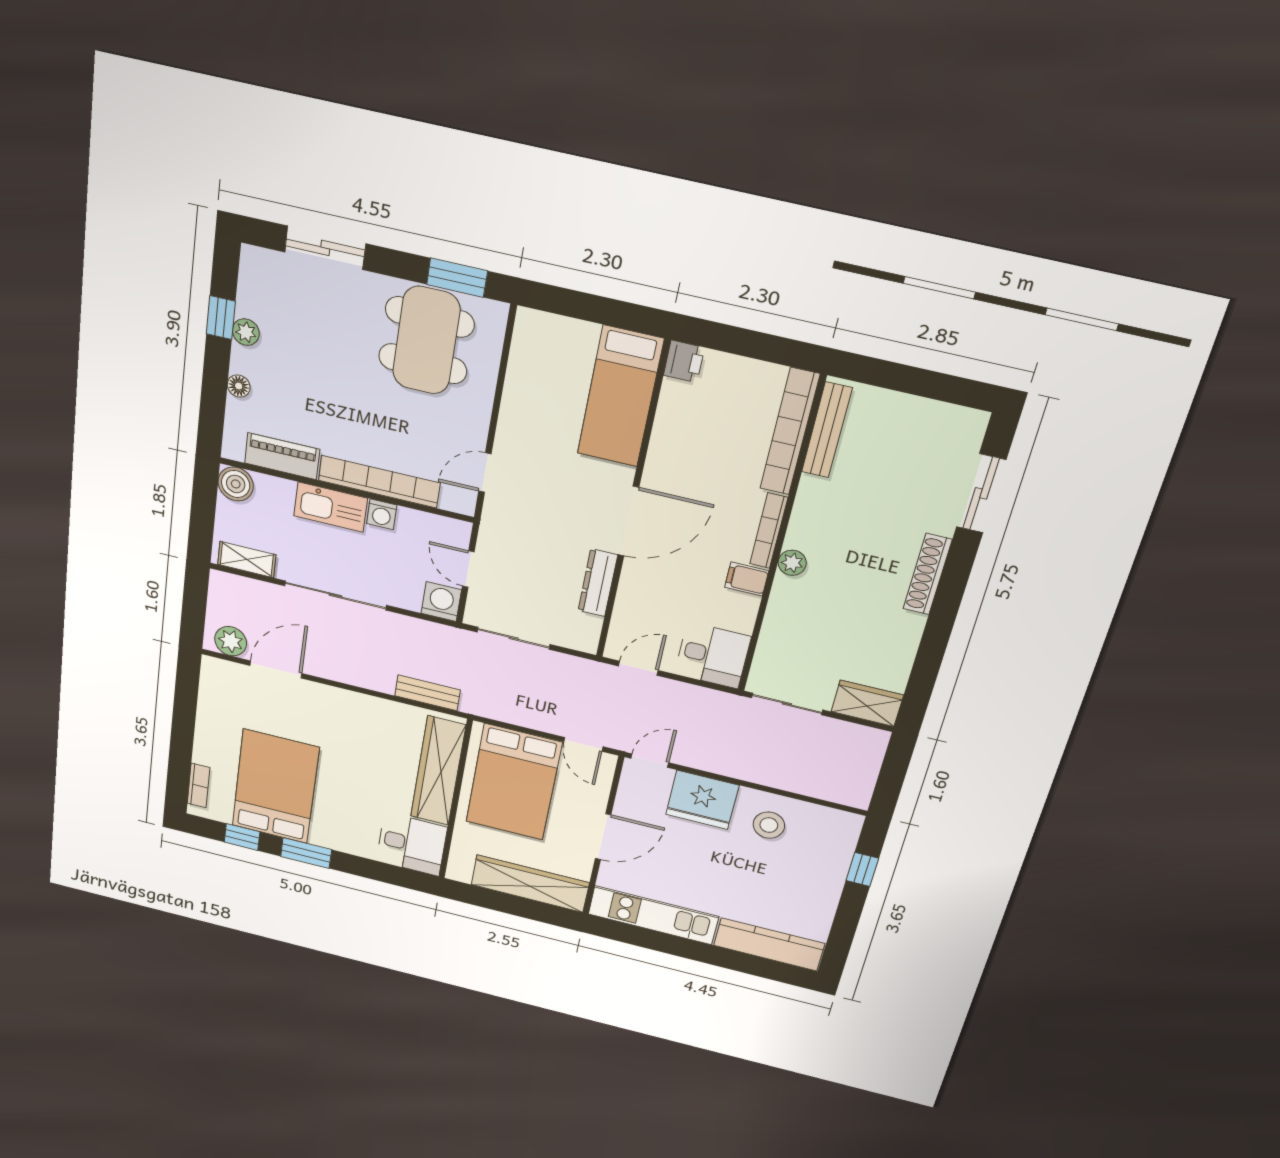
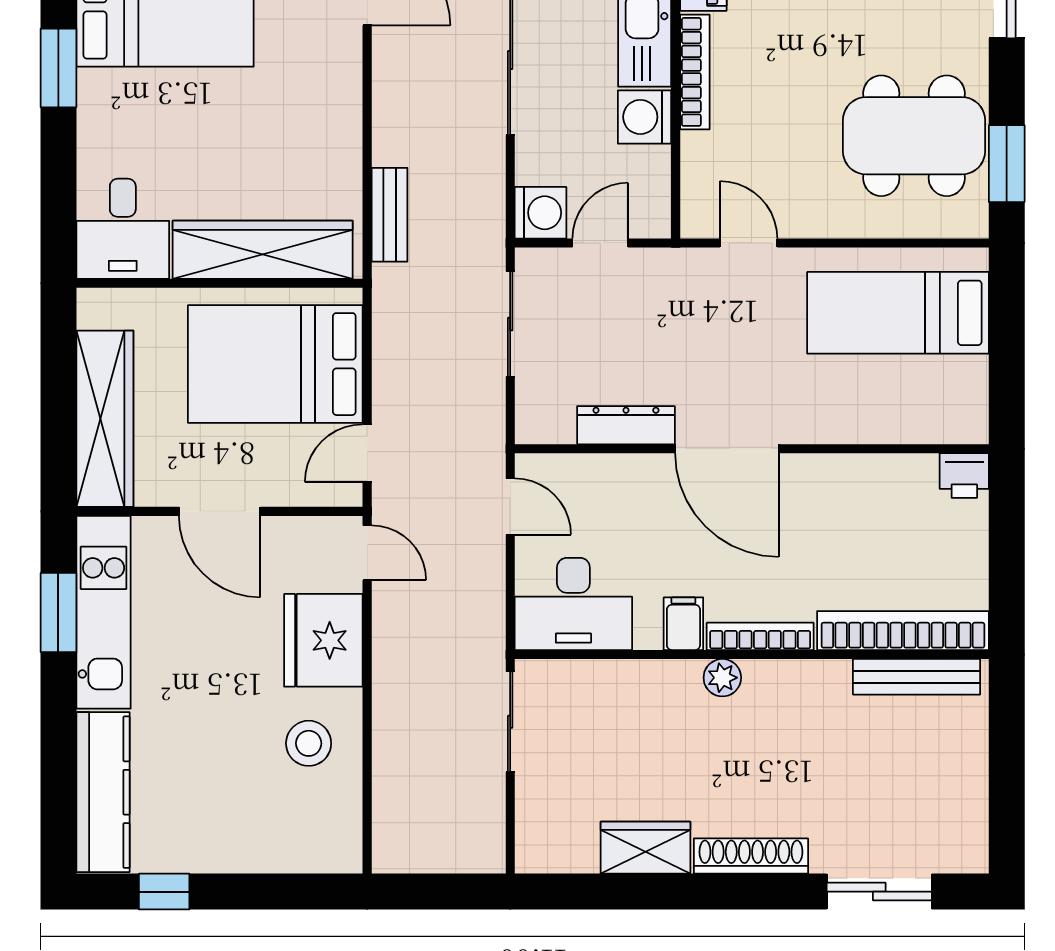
bed: (620, 397) -> (898, 313), moved
bookcase: (379, 482) -> (695, 72), width x0.68, depth x0.76
washing machine: (382, 514) -> (645, 117), width x1.38, depth x1.38
desk: (713, 655) -> (573, 604), width x1.37
wardrobe: (867, 703) -> (645, 848), moved, turned -90
window: (862, 869) -> (164, 892), moved
window: (648, 939) -> (58, 613), added

